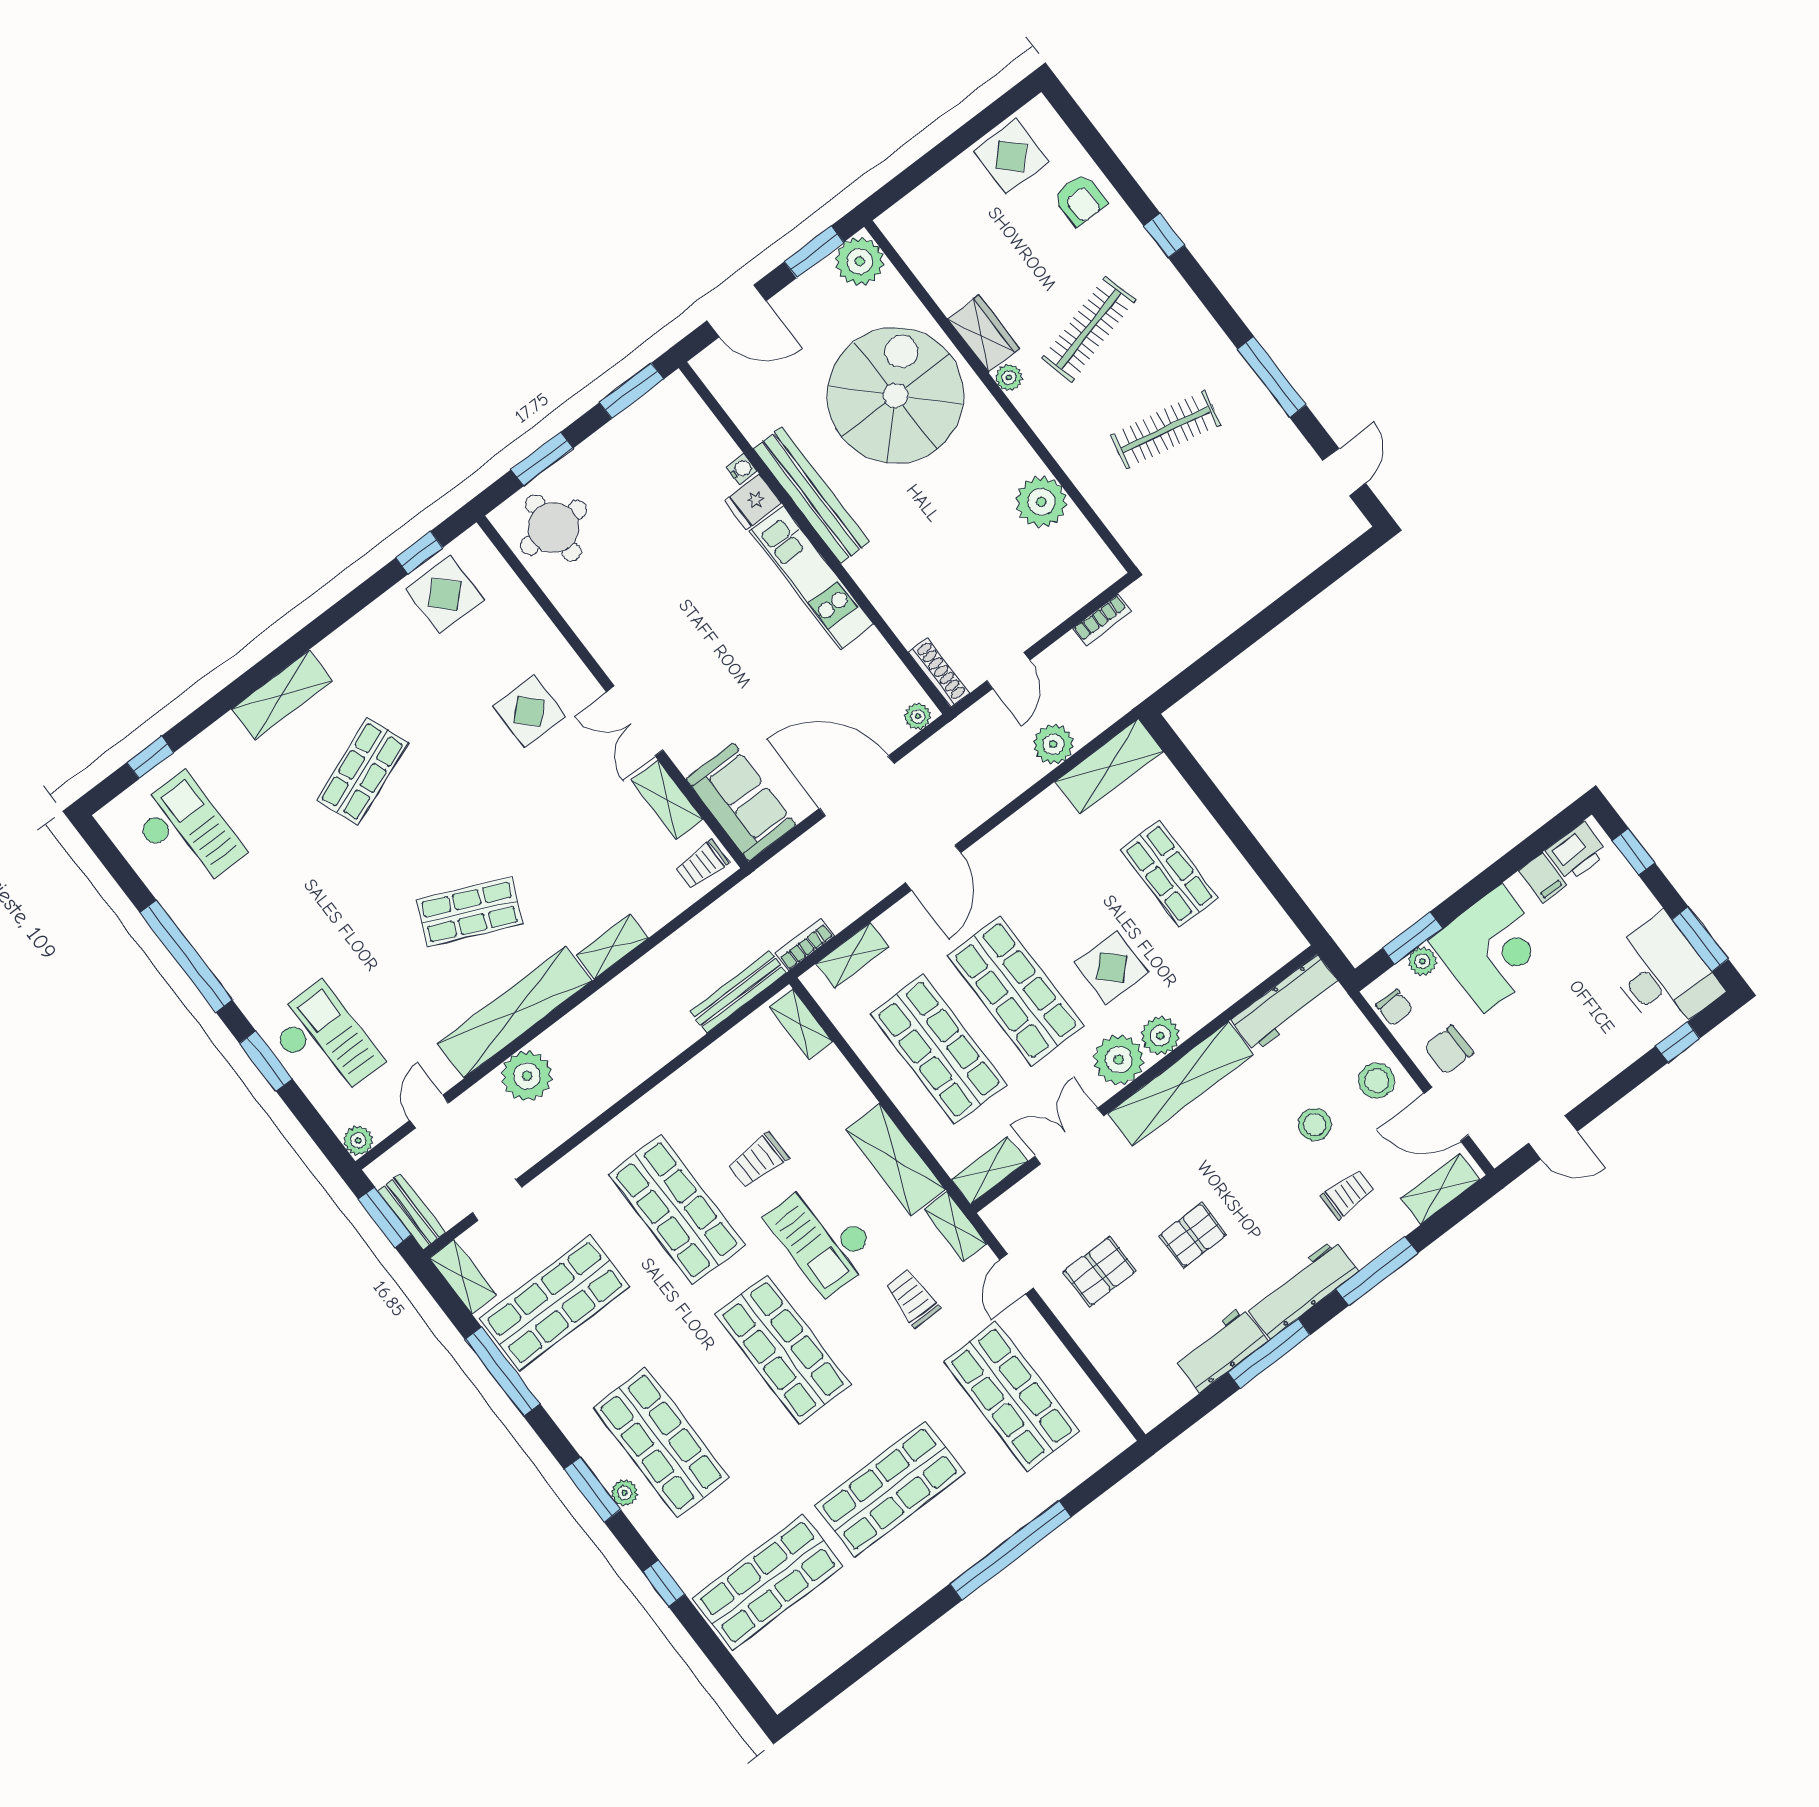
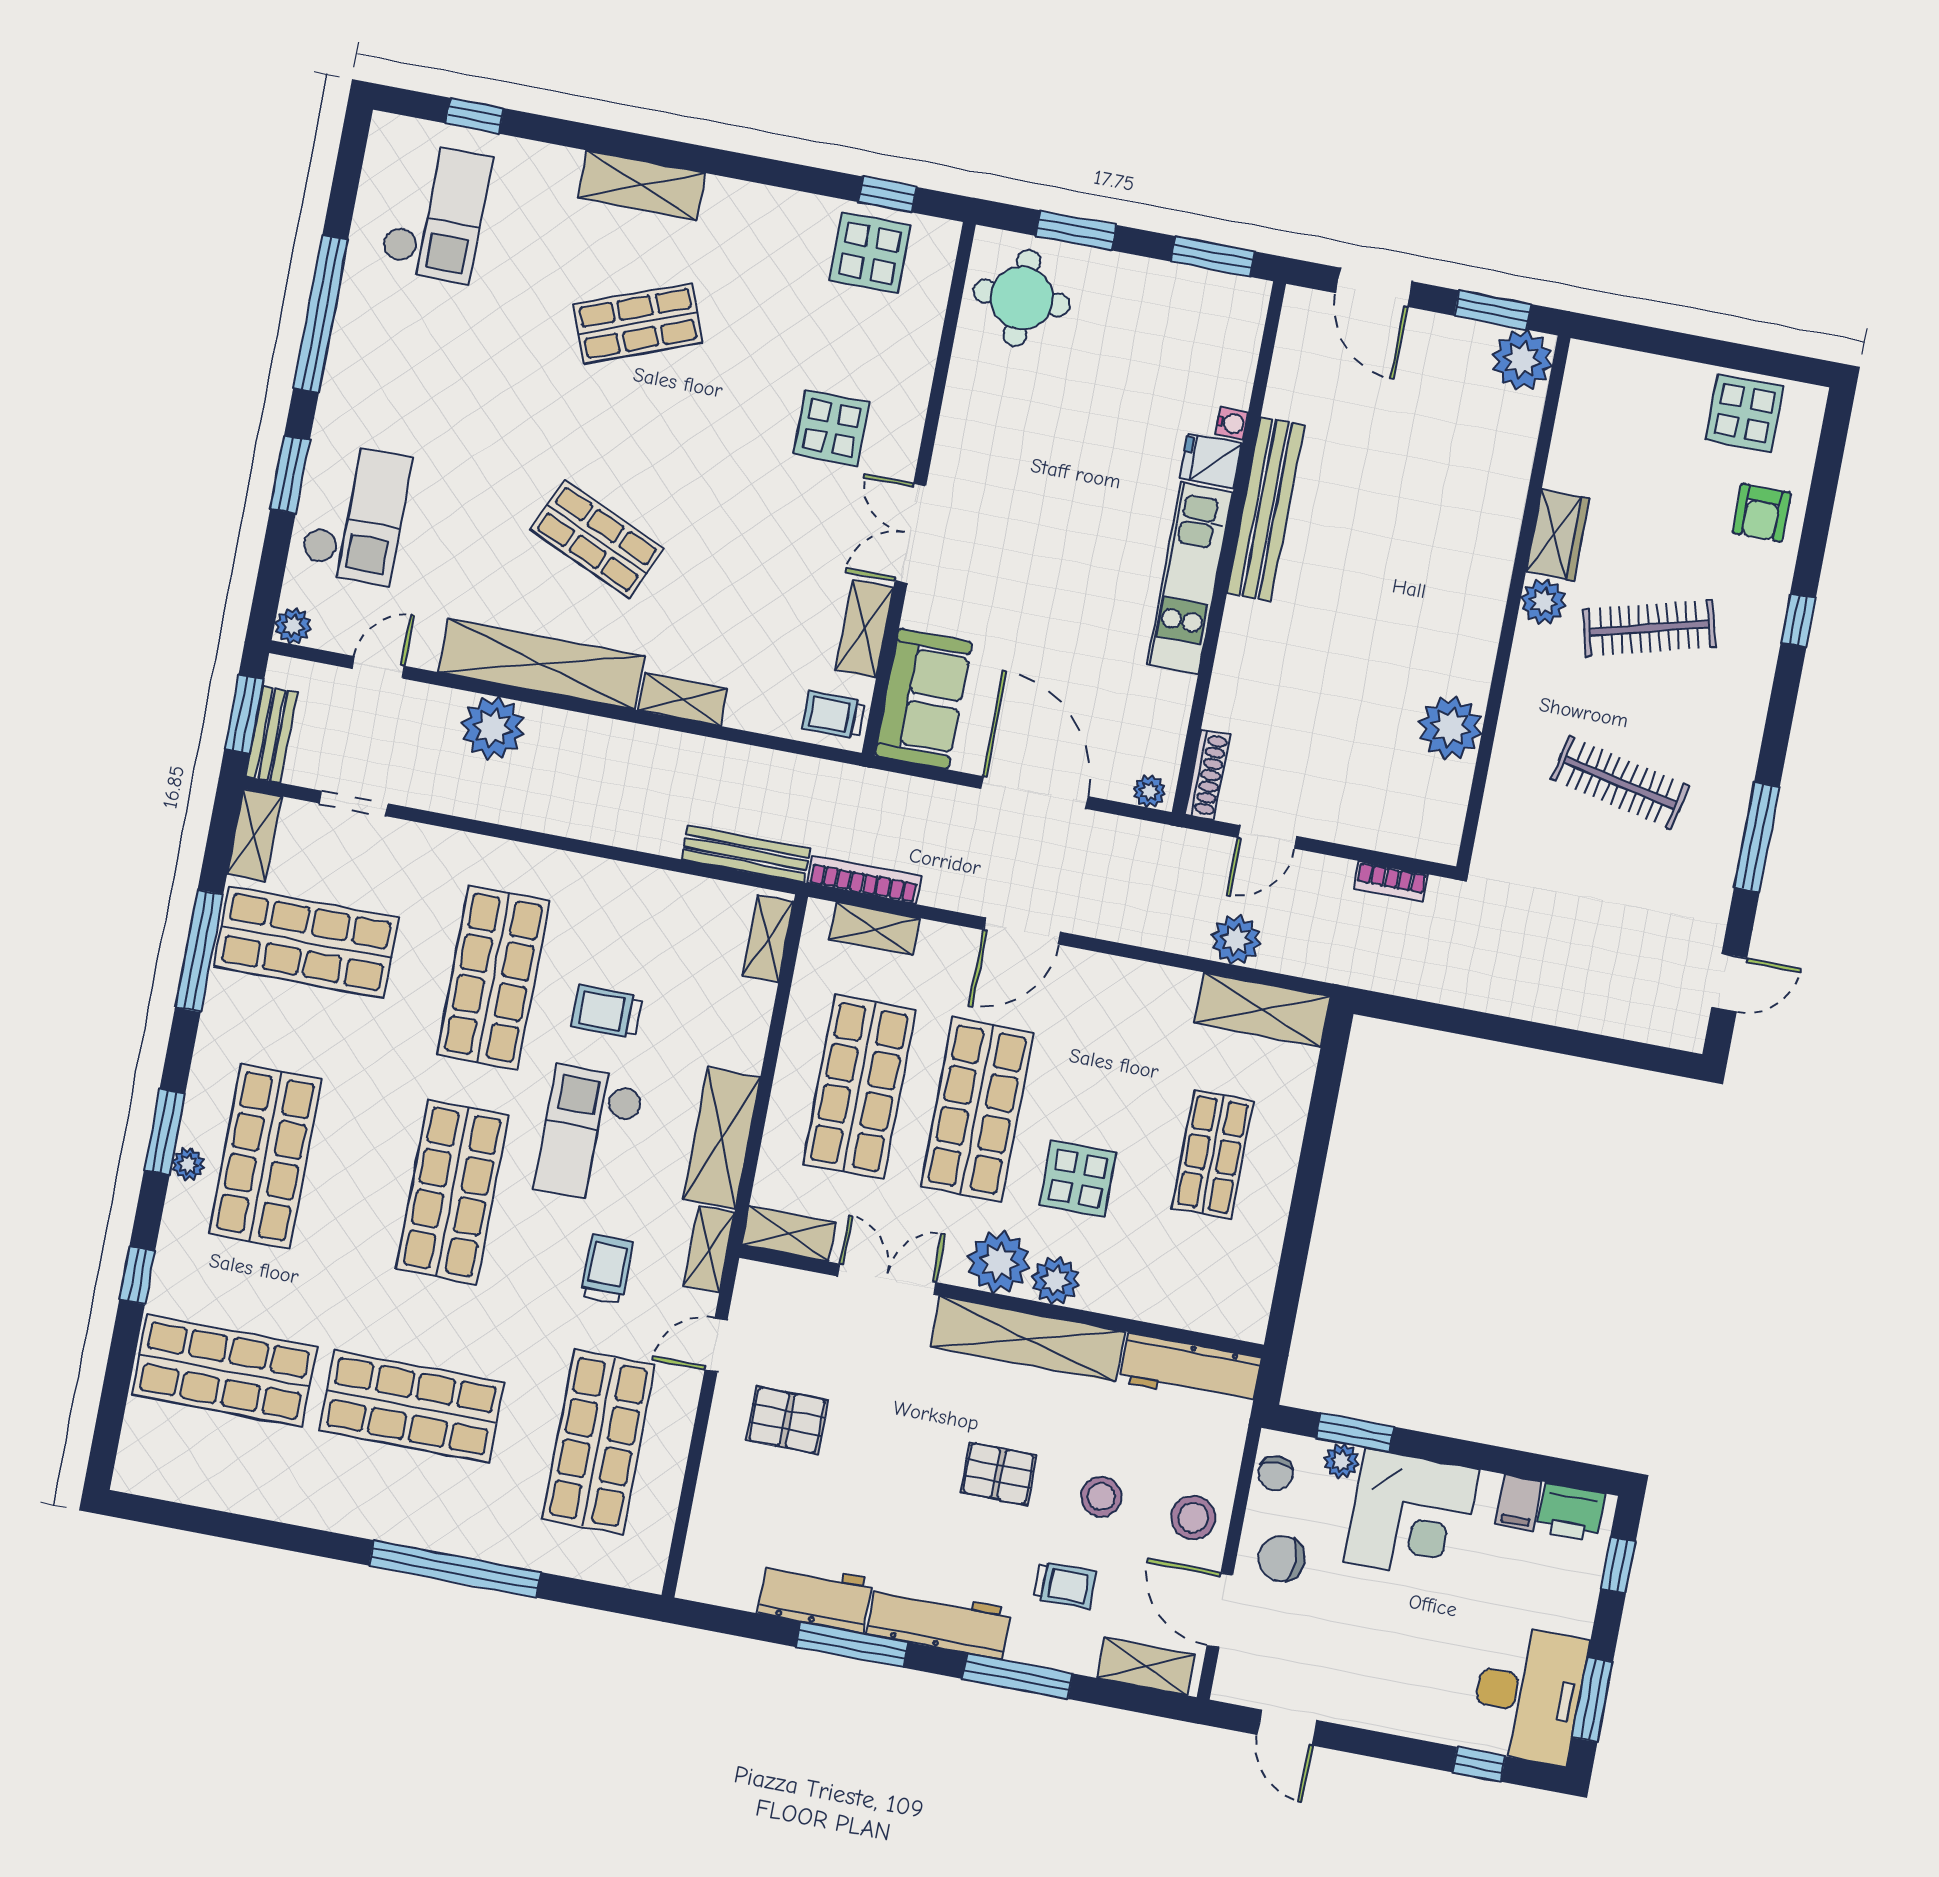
plant: (1009, 377) -> (1543, 602), width x1.38, depth x1.38
spiral stairs: (896, 395) -> (1428, 504), removed
bookcase: (805, 945) -> (864, 880), width x1.56
pallet: (1193, 1235) -> (999, 1474), moved

